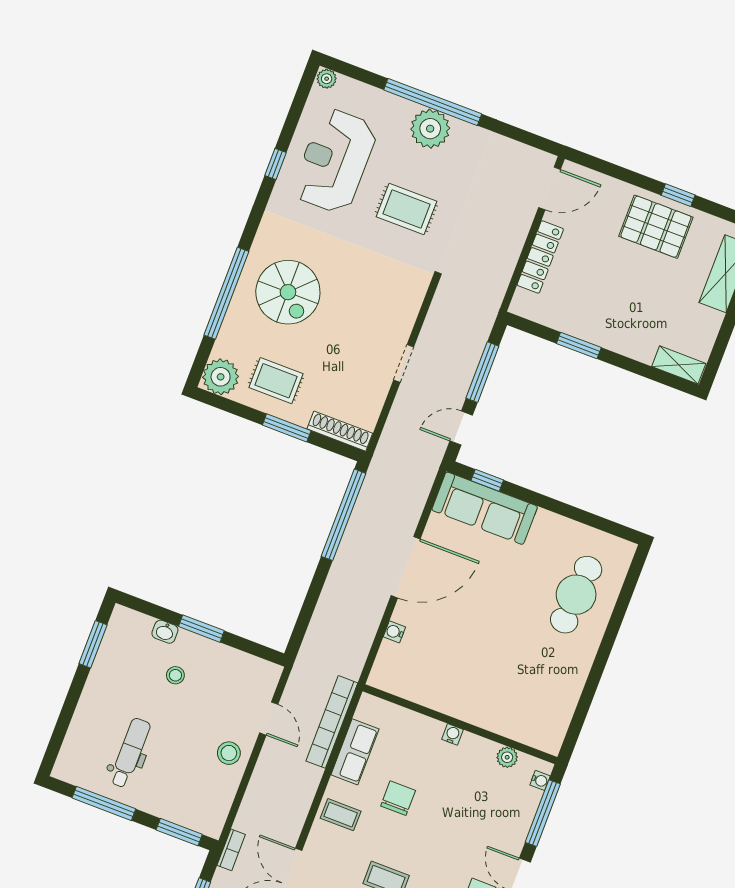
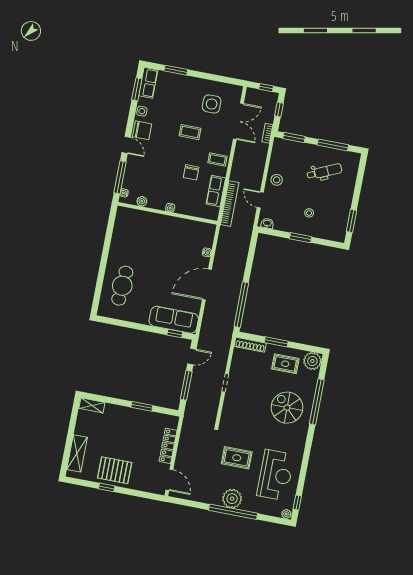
window: (275, 164) -> (297, 503), moved
door: (550, 188) -> (169, 480), swing flipped
washbasin: (165, 632) -> (267, 223), moved
dental chair: (130, 753) -> (324, 172), turned -114

